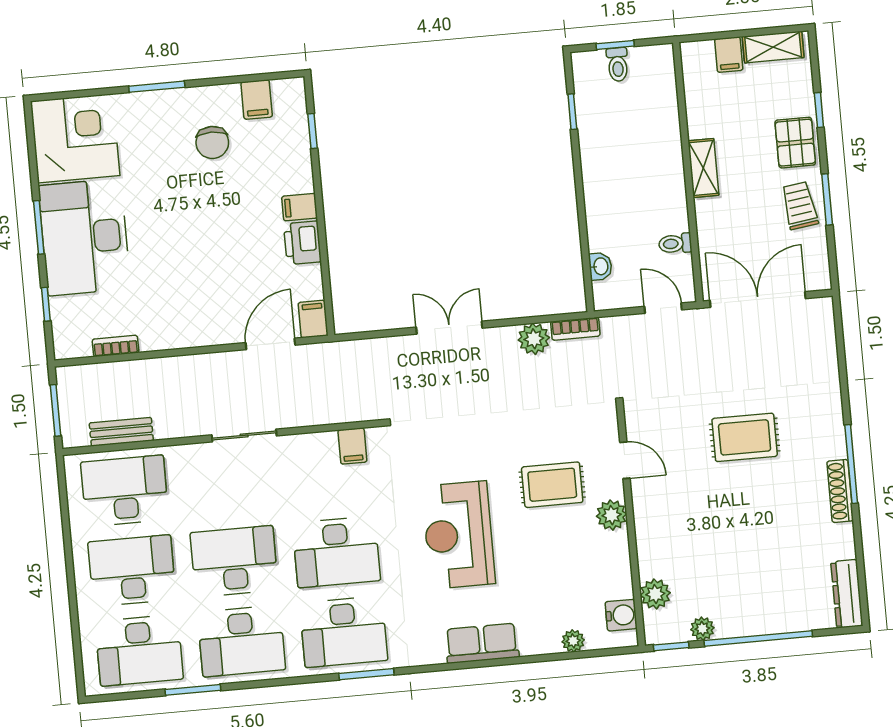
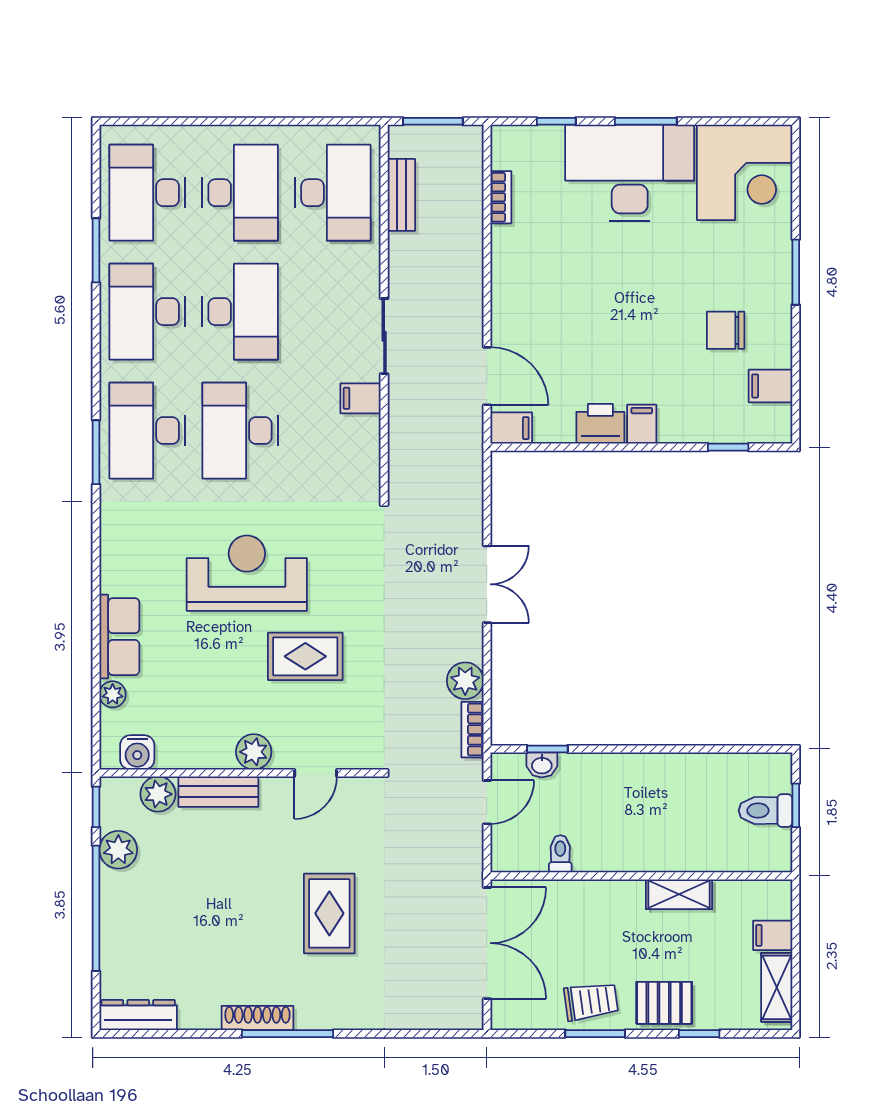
toilet: (618, 64) -> (765, 811), width x1.37, depth x1.39
window: (572, 112) -> (547, 749), moved
shelving: (703, 168) -> (679, 894), moved
door: (663, 308) -> (487, 802), moved
filing cabinet: (352, 446) -> (361, 398), moved
rug: (552, 485) -> (305, 656), moved, turned 90
bench: (649, 542) -> (218, 792), added
plant: (702, 629) -> (118, 850), width x1.38, depth x1.38
row of seats: (482, 643) -> (119, 637), moved

